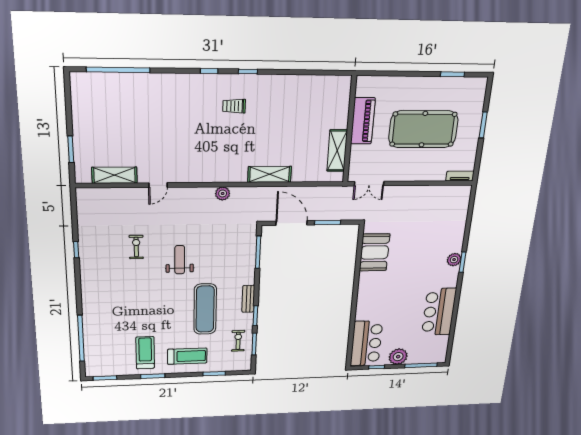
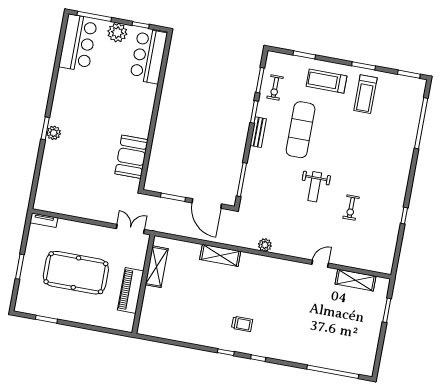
bar counter: (439, 312) -> (78, 43), moved

